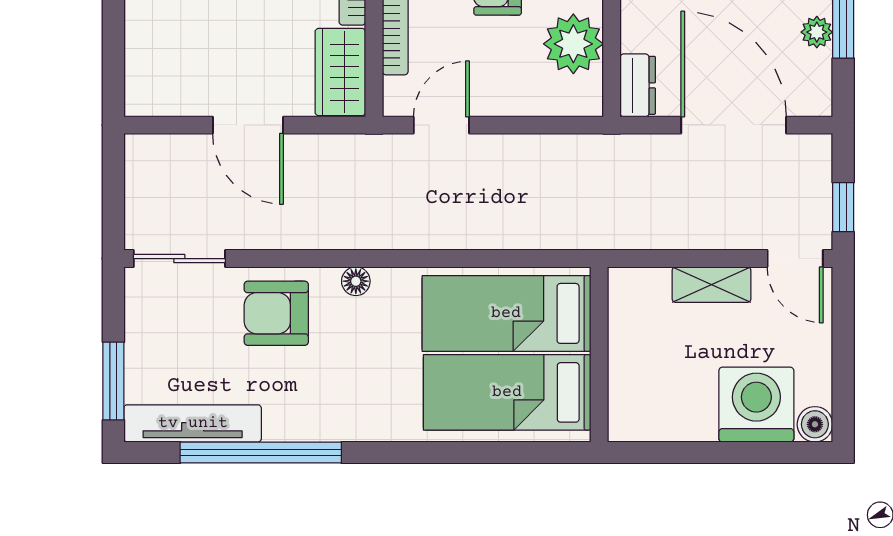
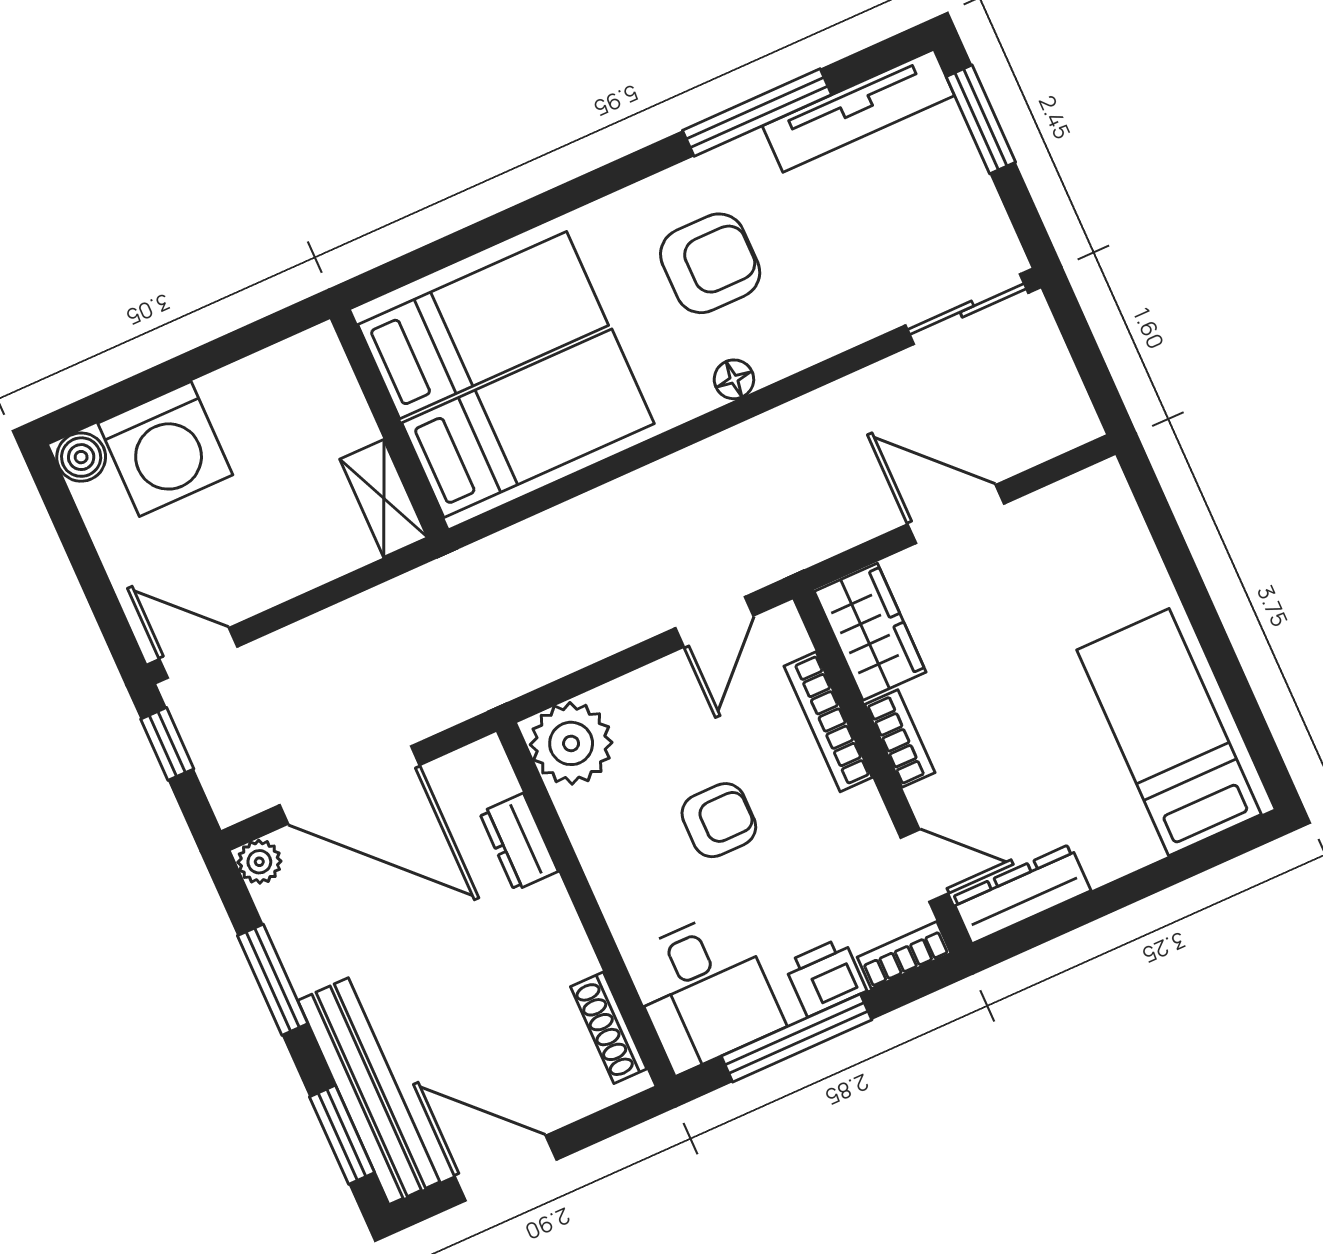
plant: (817, 32) -> (259, 862), moved
plant: (573, 44) -> (571, 743), moved
dresser: (638, 85) -> (519, 842), moved
shelving: (712, 285) -> (384, 498), moved, turned 90
armchair: (276, 313) -> (710, 263), moved
window: (261, 452) -> (757, 113), width x0.68

